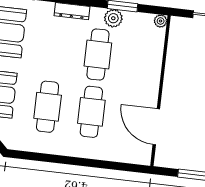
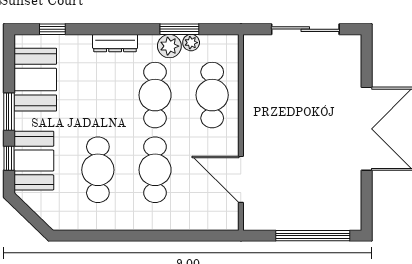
plant: (161, 21) -> (191, 43), moved
cafe table: (142, 60) -> (212, 95), added

